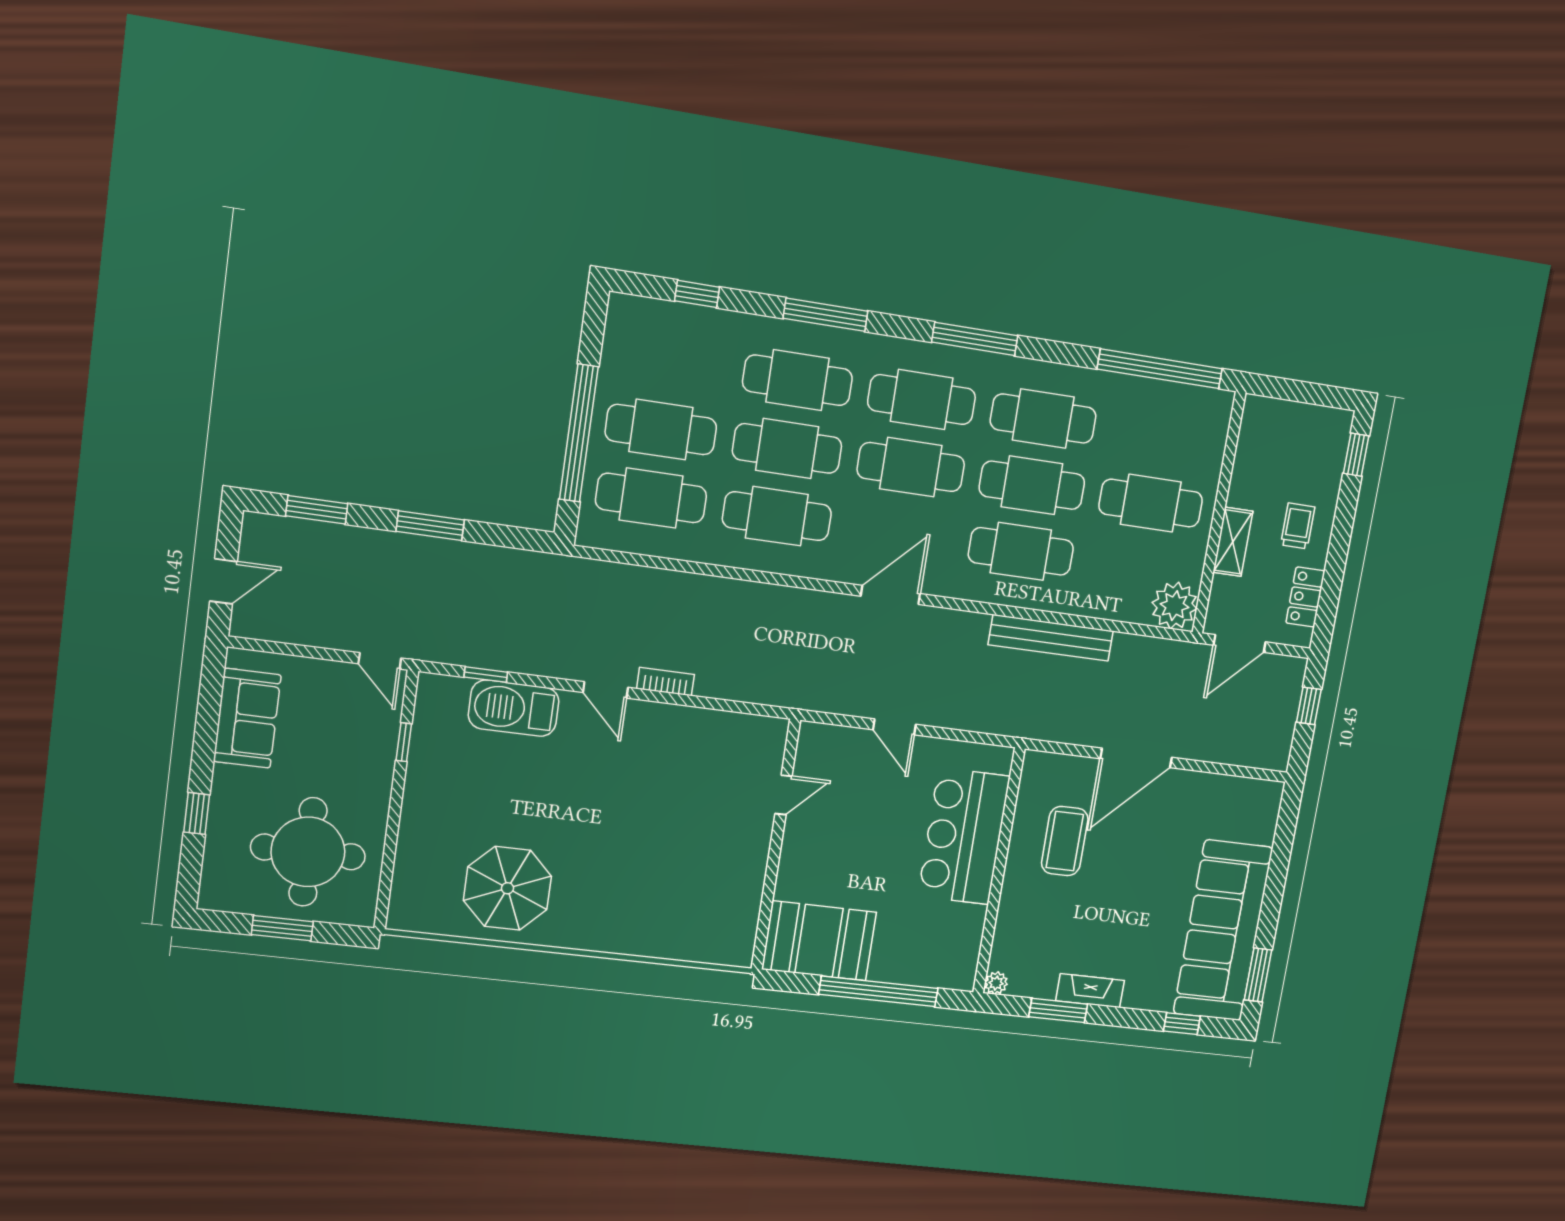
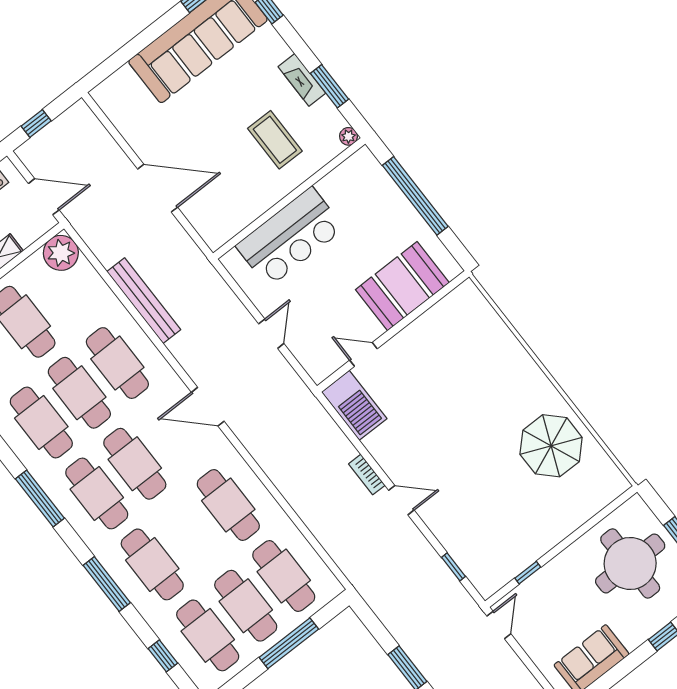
window: (579, 433) -> (289, 643), width x0.68
cafe table: (787, 448) -> (208, 635), moved
door: (605, 690) -> (401, 500), hinge flipped
barbecue: (514, 708) -> (354, 405), moved
coffee table: (1065, 841) -> (275, 140), moved, turned 90
booth: (819, 941) -> (402, 286), moved, turned 90

